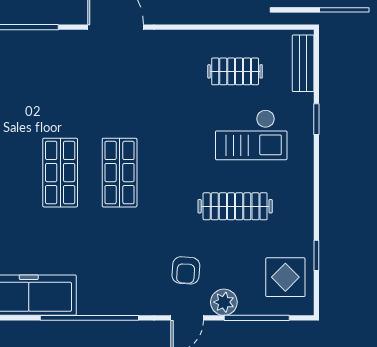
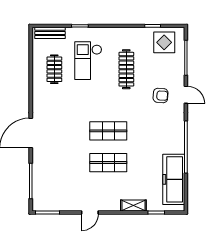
checkout: (251, 135) -> (88, 61), turned 180
plant: (224, 302) -> (178, 75), removed

